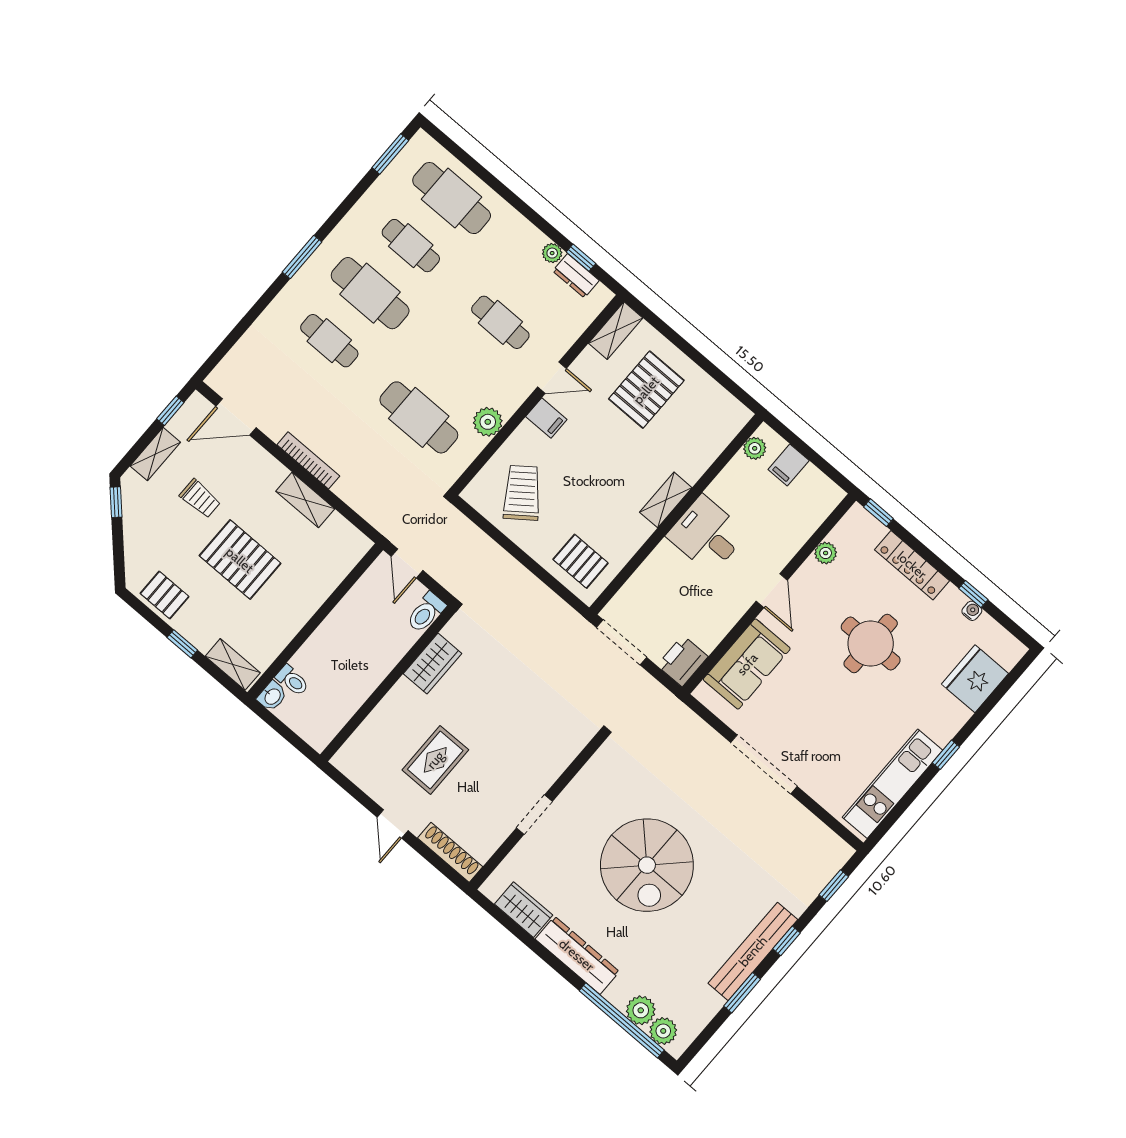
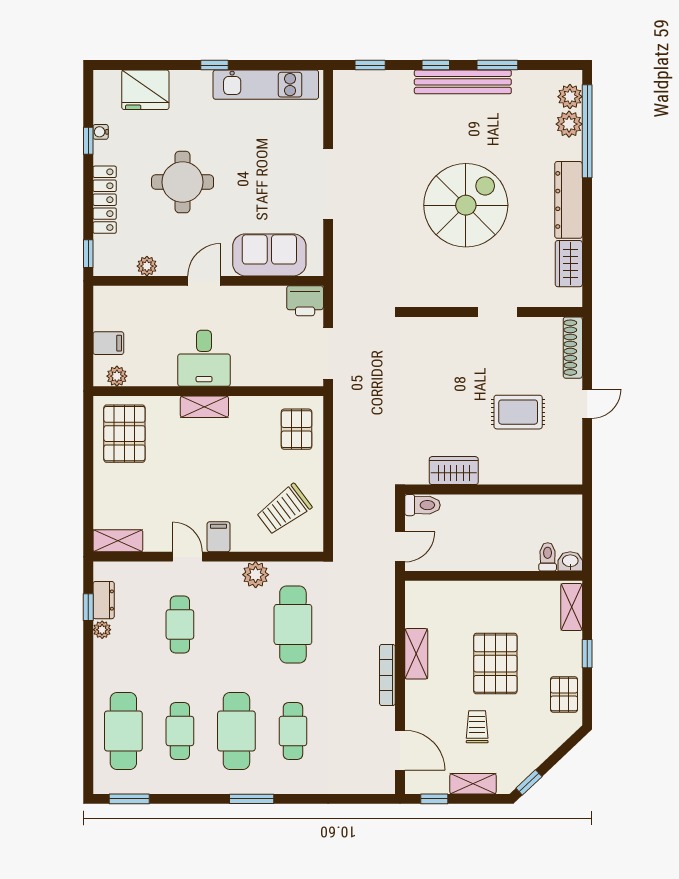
pallet: (646, 390) -> (124, 434), moved, turned 90

